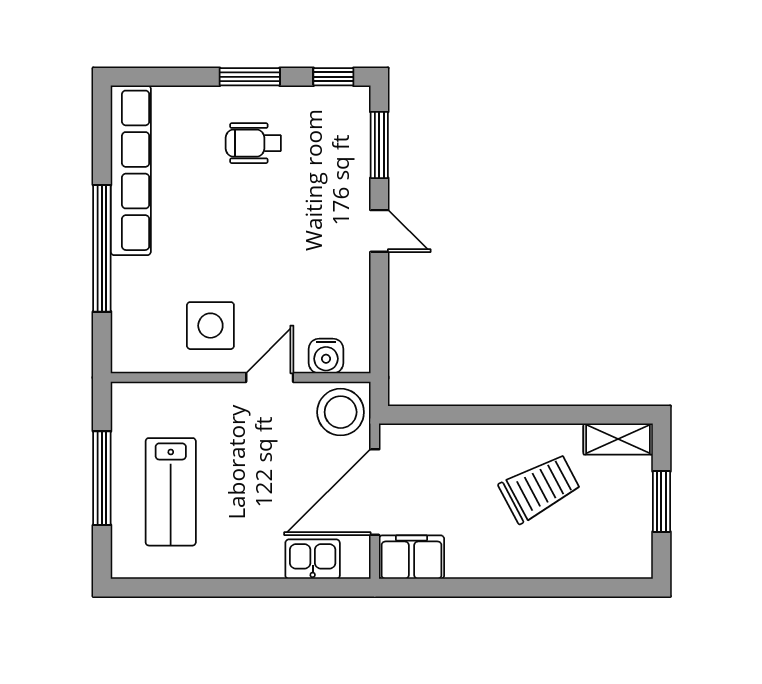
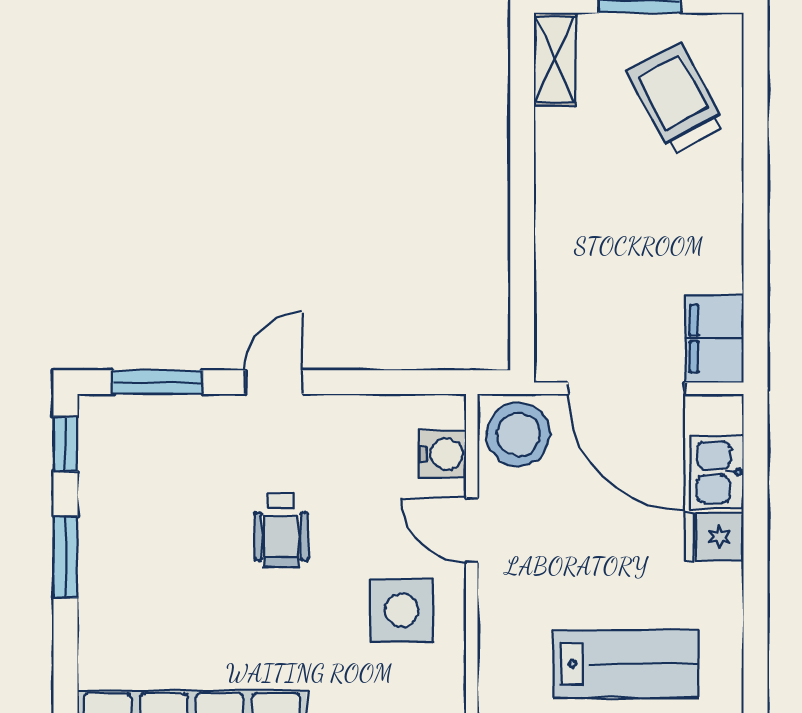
wheelchair: (253, 143) -> (281, 530), moved
trolley: (540, 488) -> (676, 98), moved
fridge: (265, 557) -> (715, 537), added

